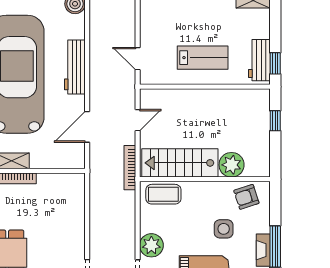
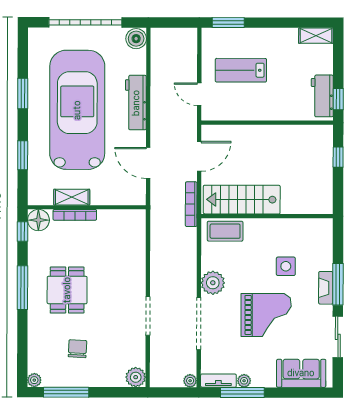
lab bench: (203, 58) -> (241, 70), moved, turned 180
door: (138, 120) -> (199, 156), width x1.37
door: (87, 127) -> (148, 163), hinge flipped
plant: (232, 165) -> (294, 202), removed
armchair: (246, 197) -> (309, 234), removed

